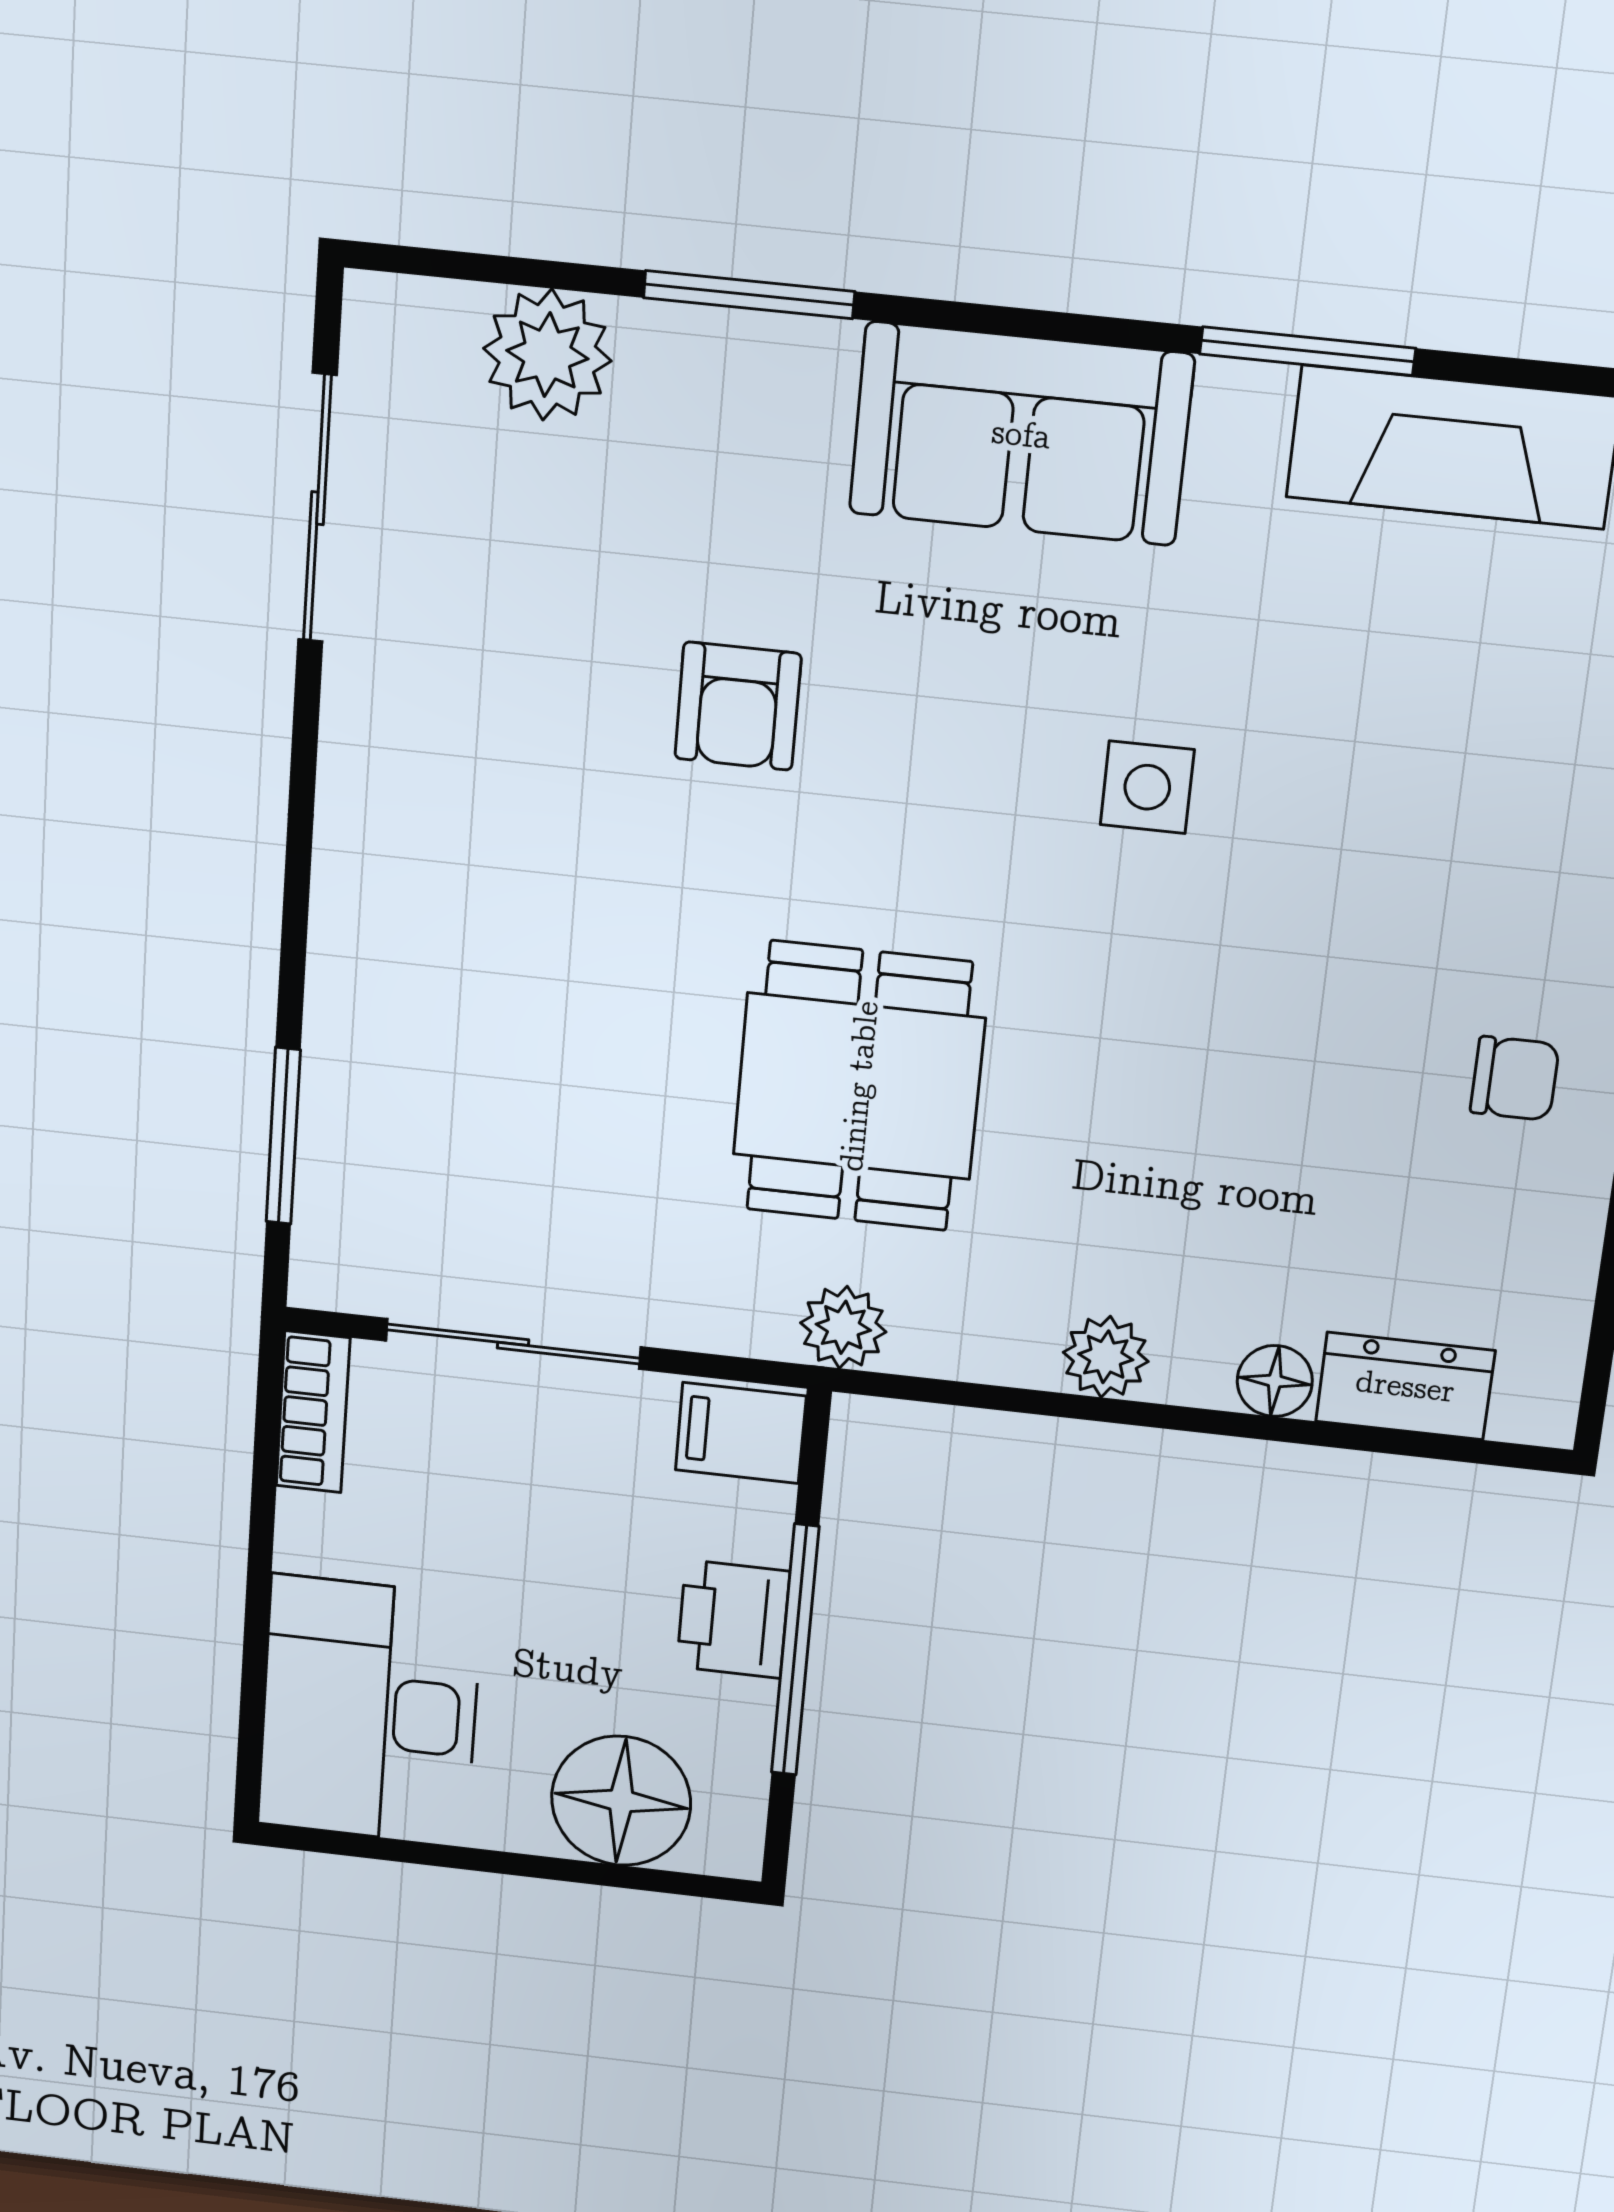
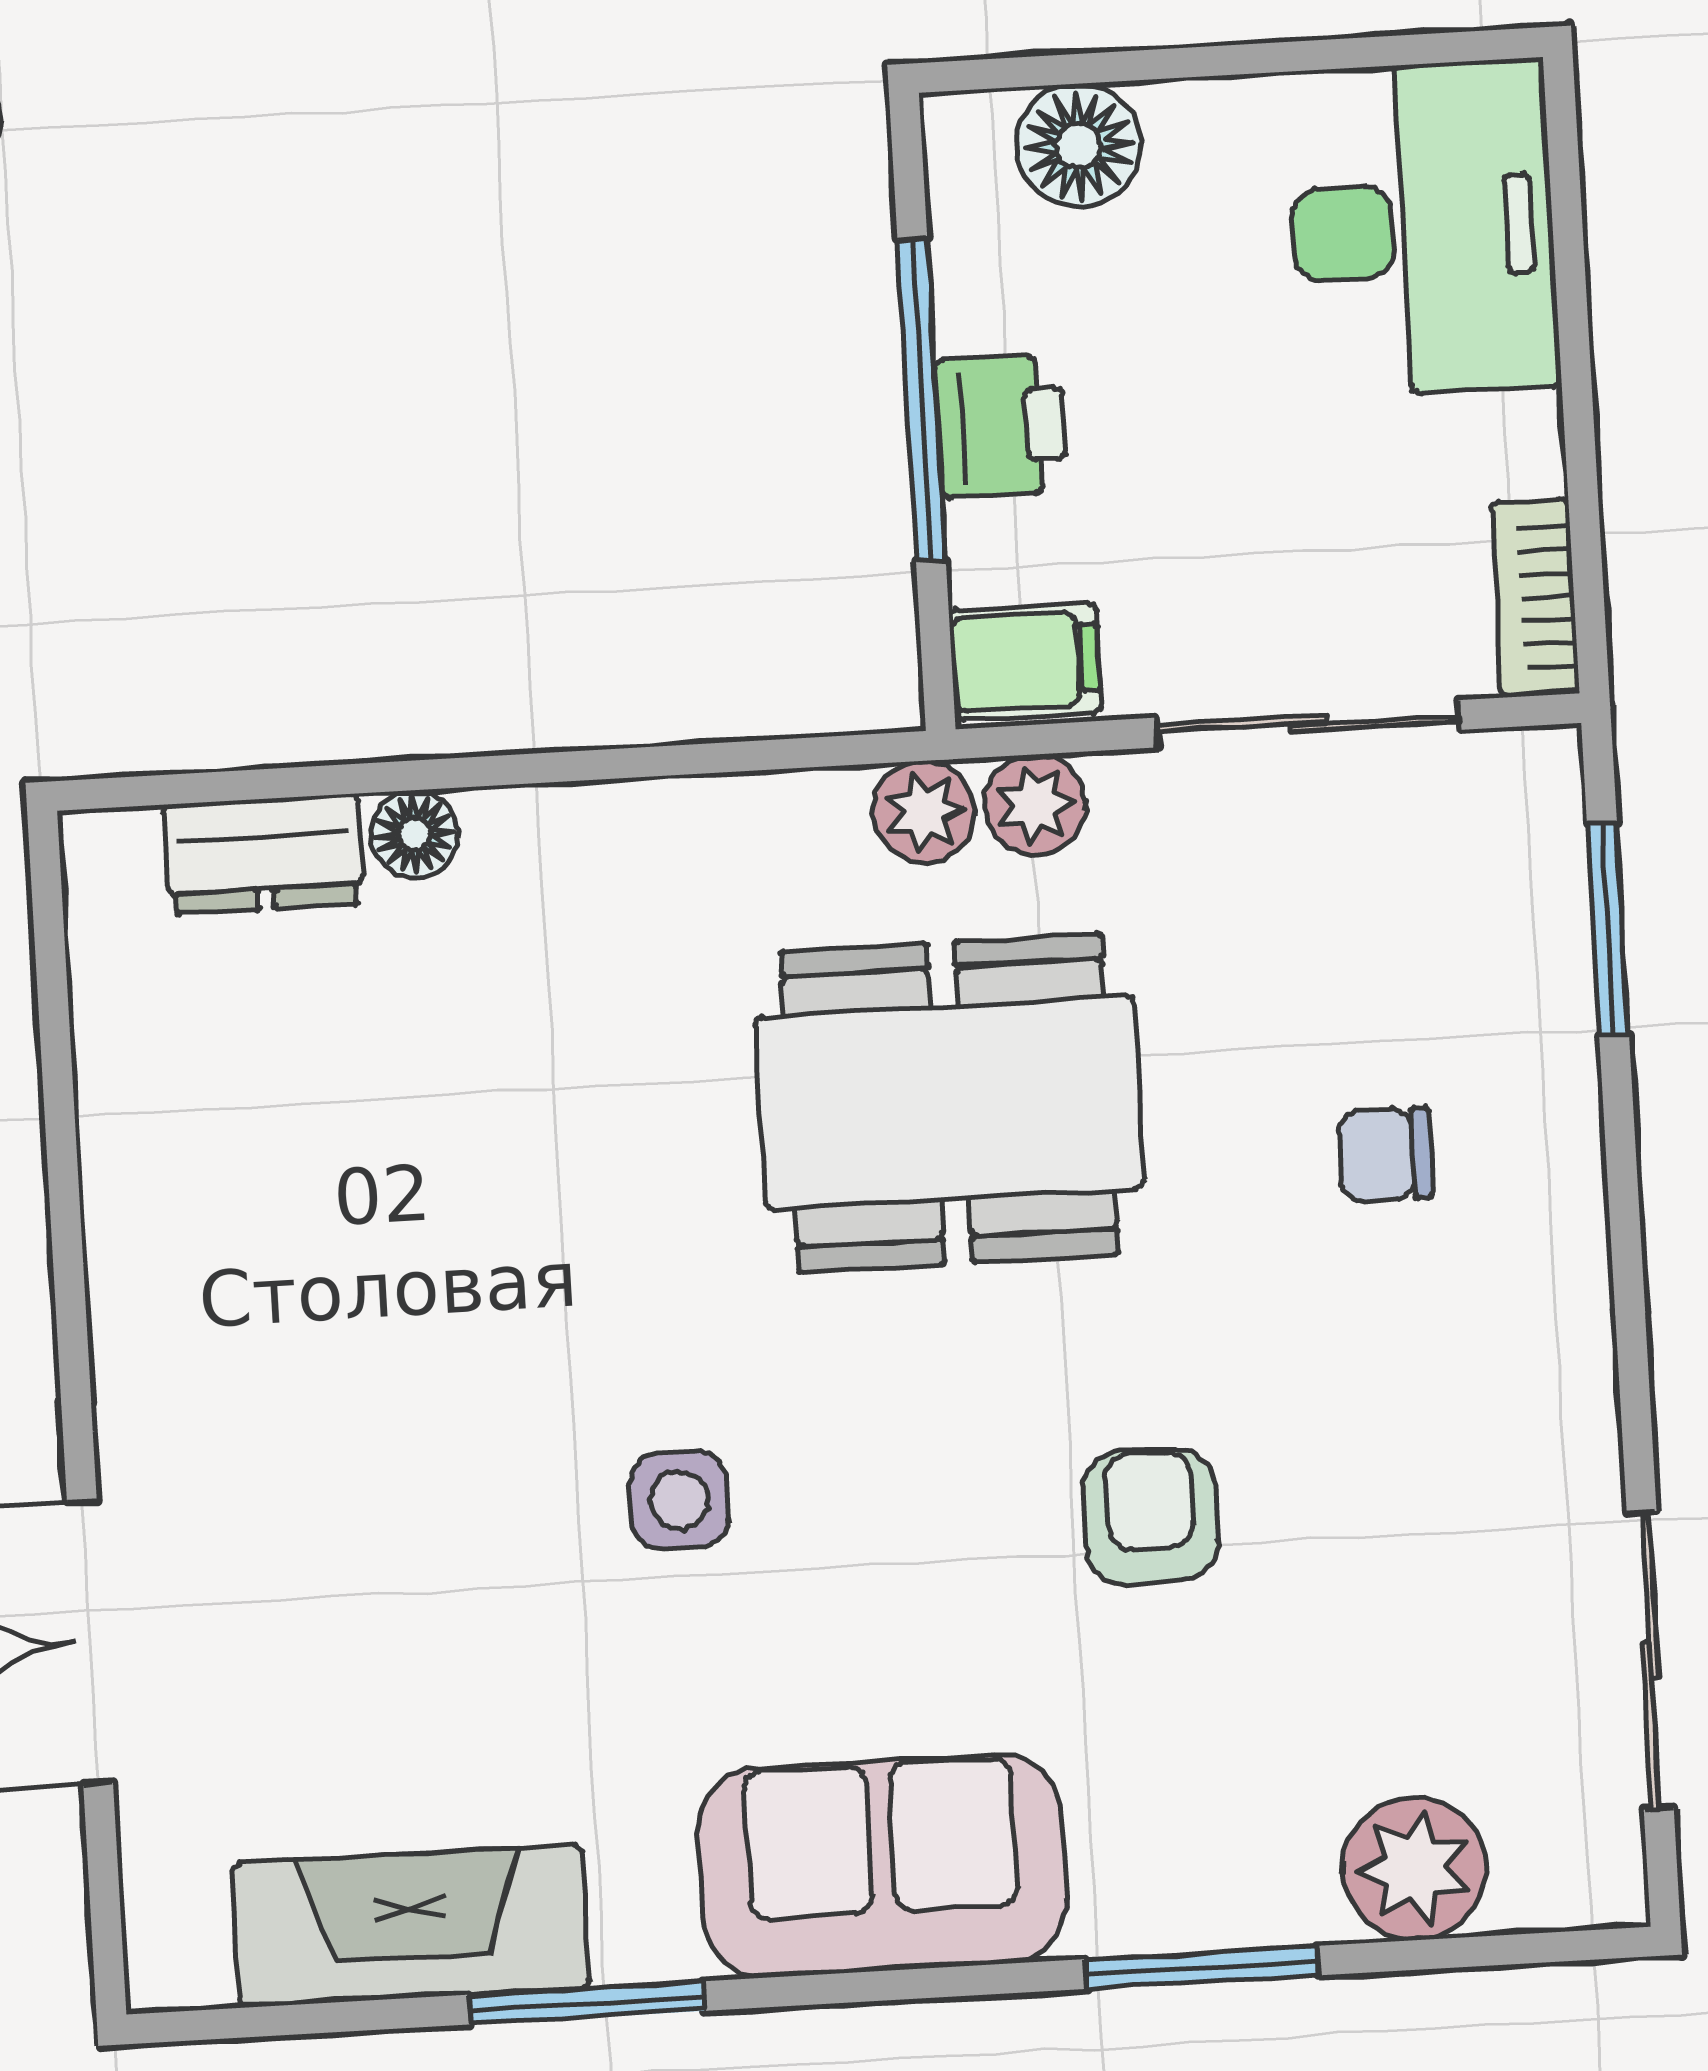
chair: (1515, 1078) -> (1385, 1155), moved
dining table: (859, 1086) -> (949, 1103), width x1.38
plant: (1106, 1357) -> (1035, 805), moved
floor lamp: (621, 1801) -> (1079, 146), width x0.73, depth x0.73

